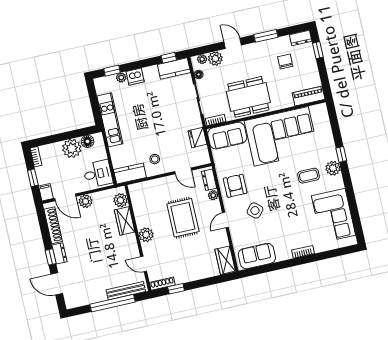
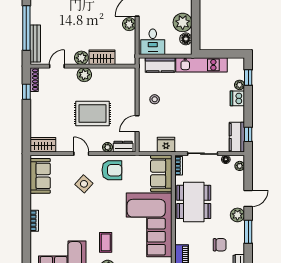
plant: (215, 59) -> (237, 215), moved
kitchen counter: (130, 174) -> (160, 65), moved, turned 90
plant: (121, 200) -> (81, 58), moved

